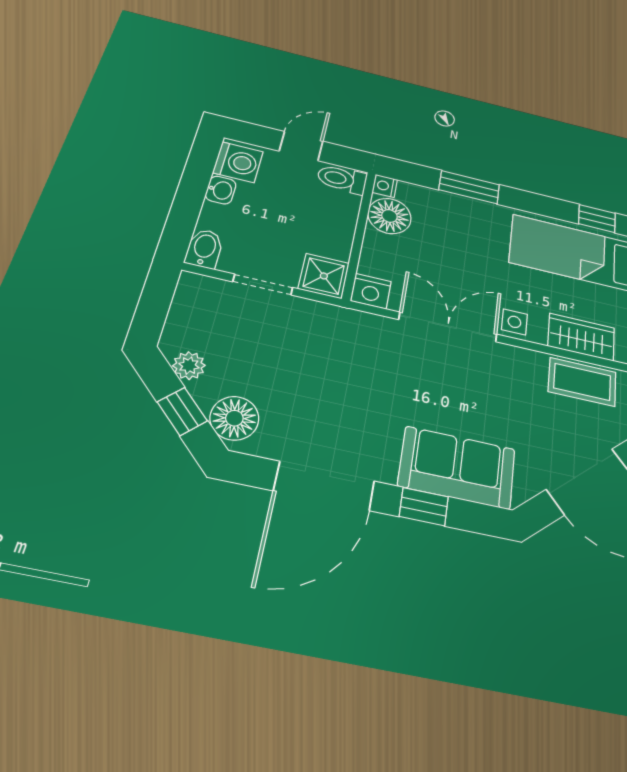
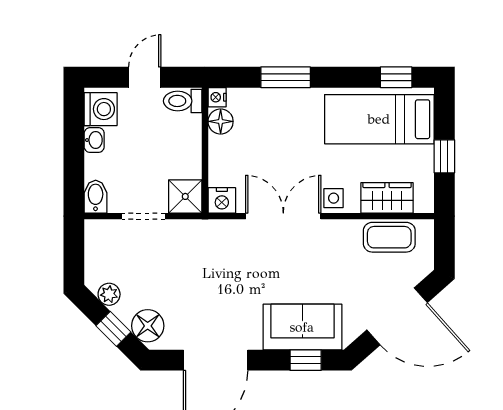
floor lamp: (389, 216) -> (221, 121), width x0.73, depth x0.73
window: (424, 507) -> (306, 360), moved

